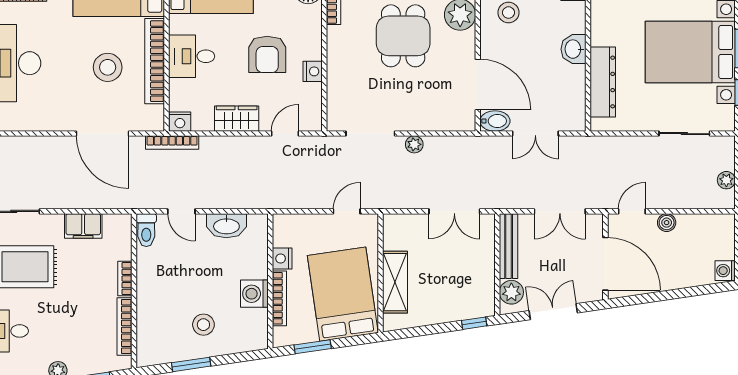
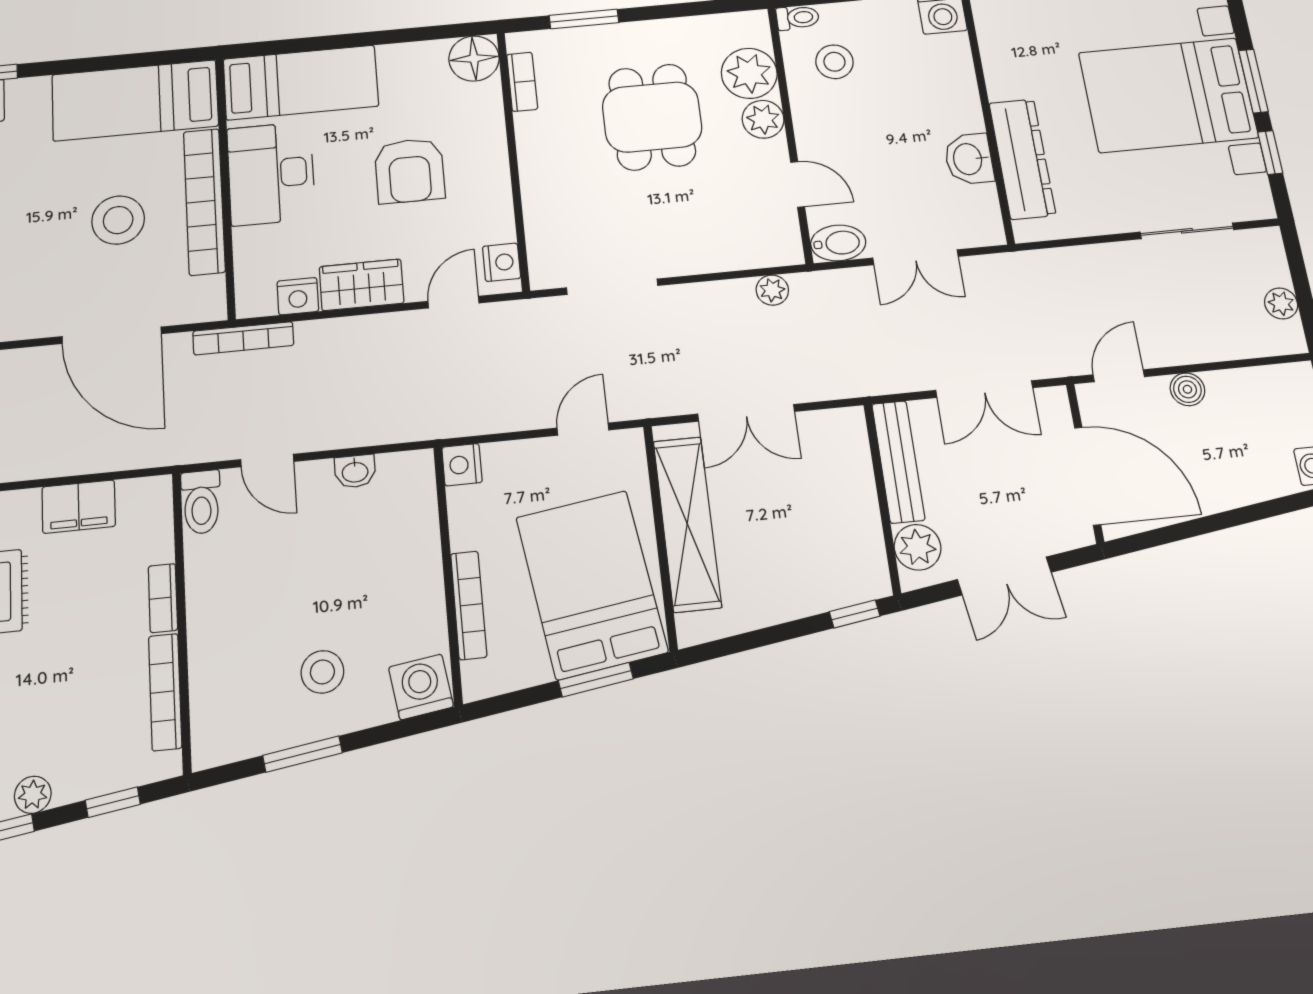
plant: (464, 44) -> (763, 119), added
washbasin: (574, 49) -> (969, 159), moved
desk: (192, 56) -> (271, 174), width x1.37
nightstand: (313, 71) -> (502, 262), moved
door: (478, 84) -> (798, 184), width x0.53
nightstand: (180, 122) -> (298, 296), moved
plant: (414, 144) -> (772, 290), moved
double door: (454, 211) -> (746, 413), moved
washbasin: (226, 226) -> (355, 471), width x0.52, depth x0.69
nightstand: (282, 259) -> (462, 465), moved
shelving: (395, 282) -> (687, 524), width x1.47
washing machine: (254, 294) -> (421, 687), moved, turned 82
double door: (553, 312) -> (1004, 576), swing flipped
window: (313, 347) -> (596, 680), moved

